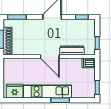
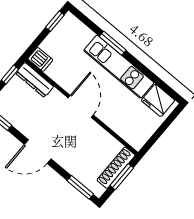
dresser: (72, 51) -> (35, 80), moved

